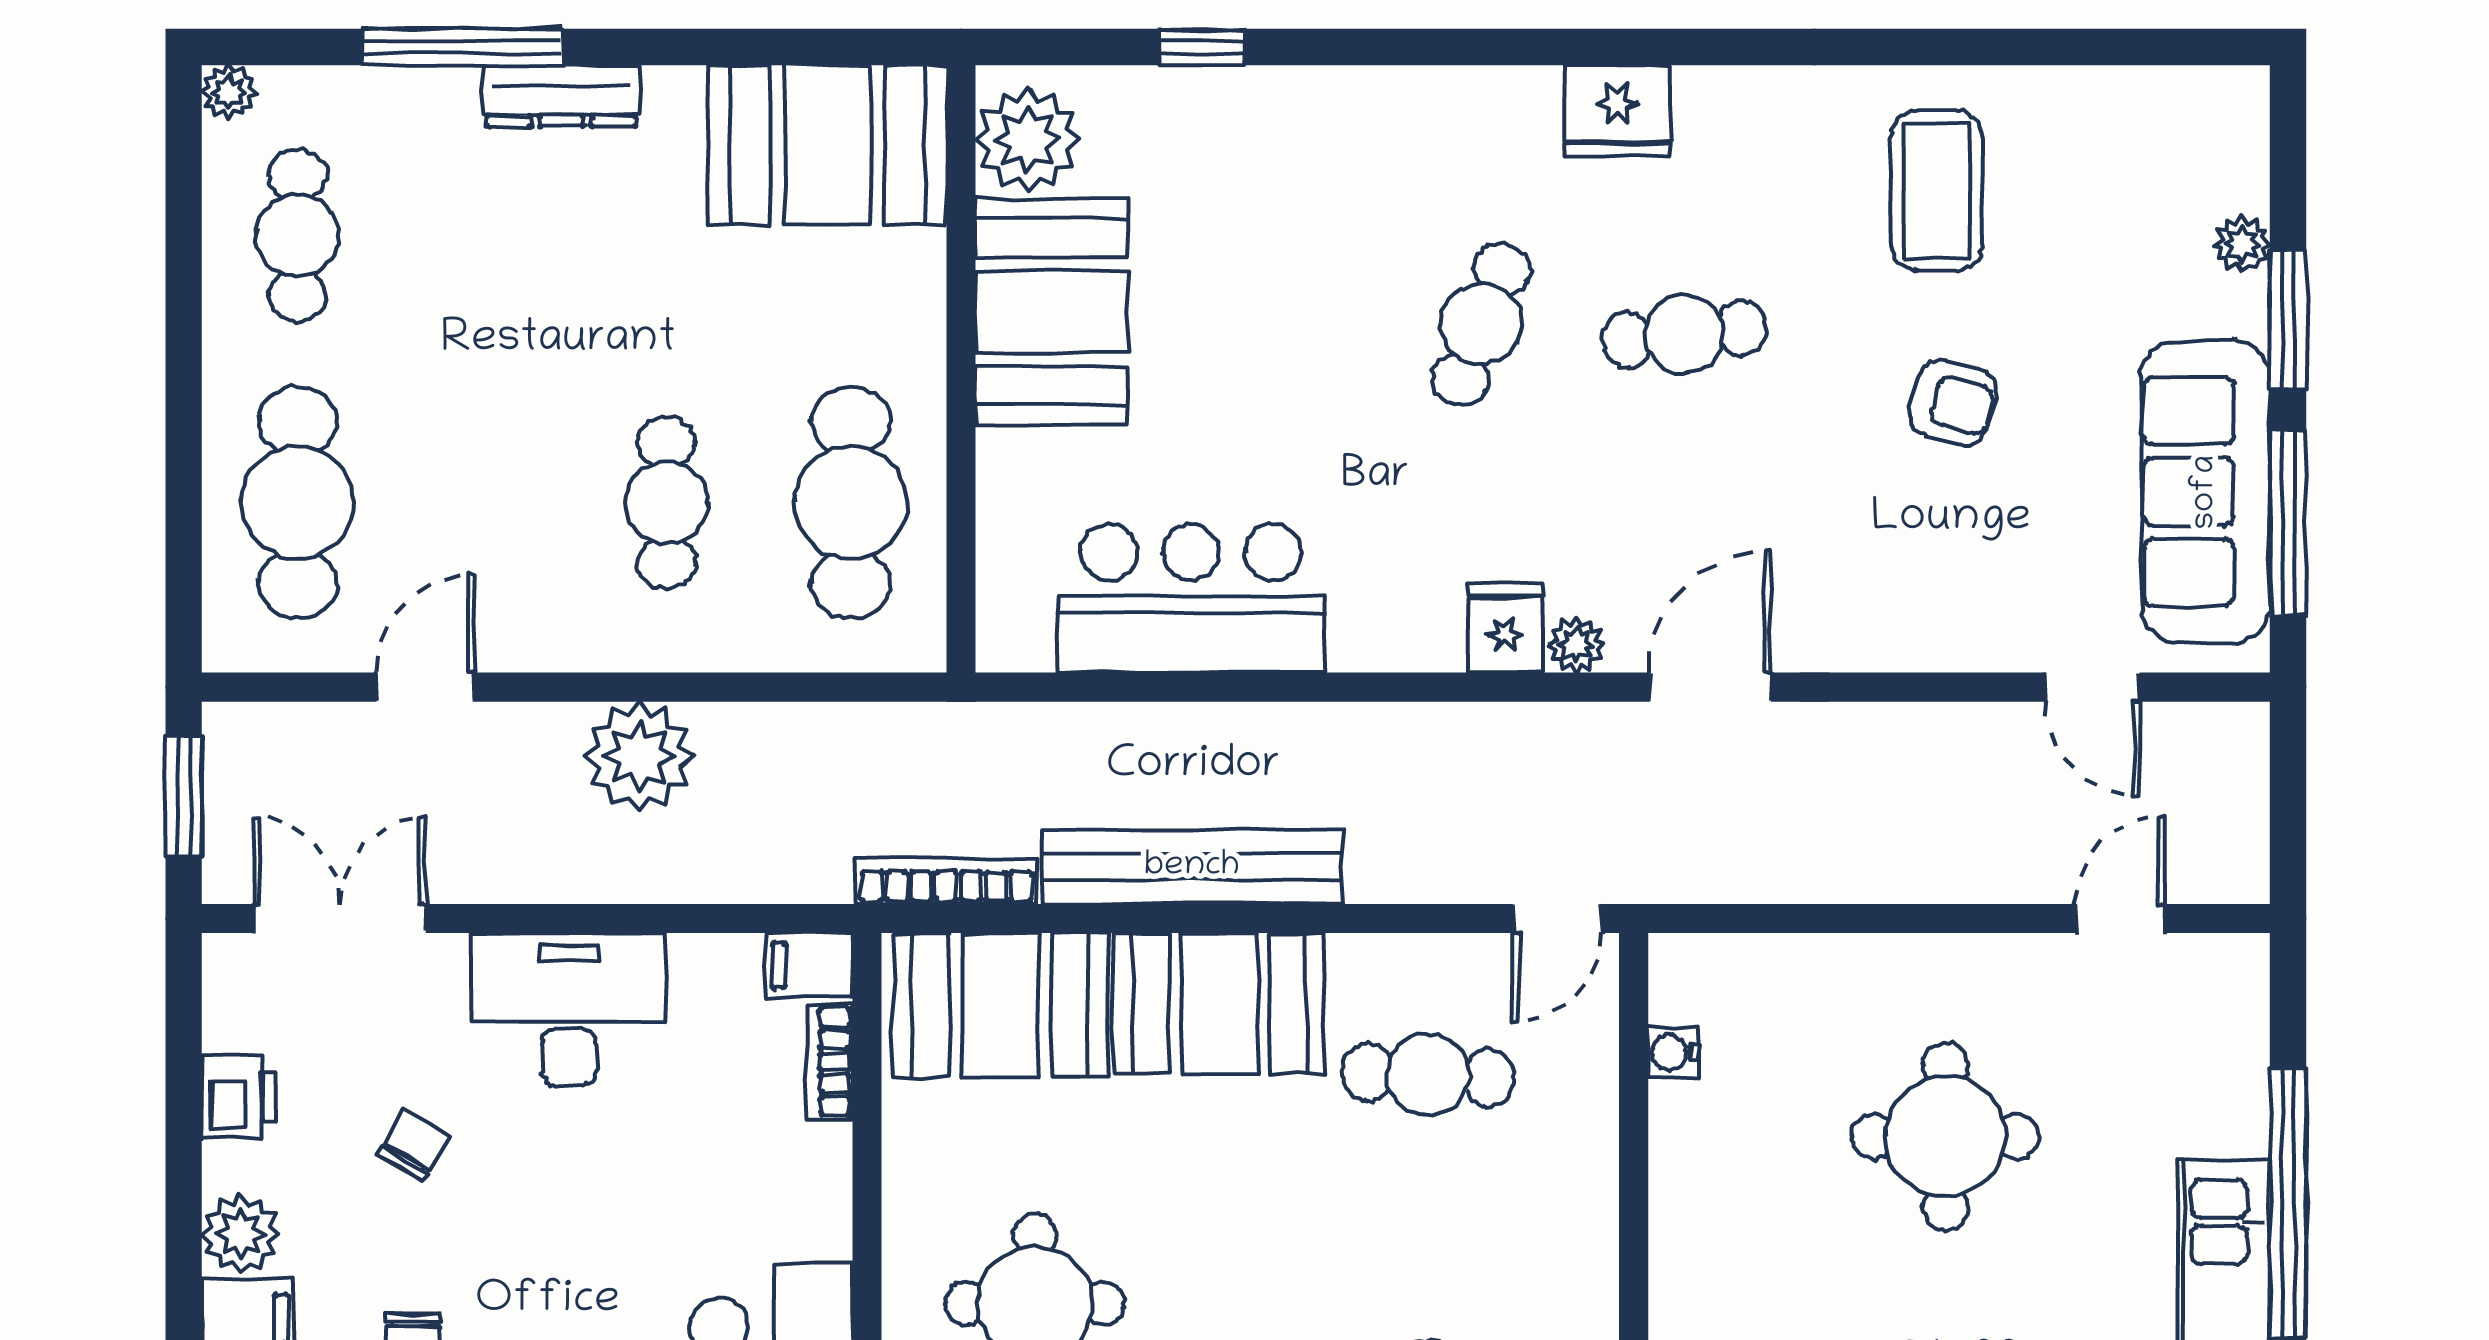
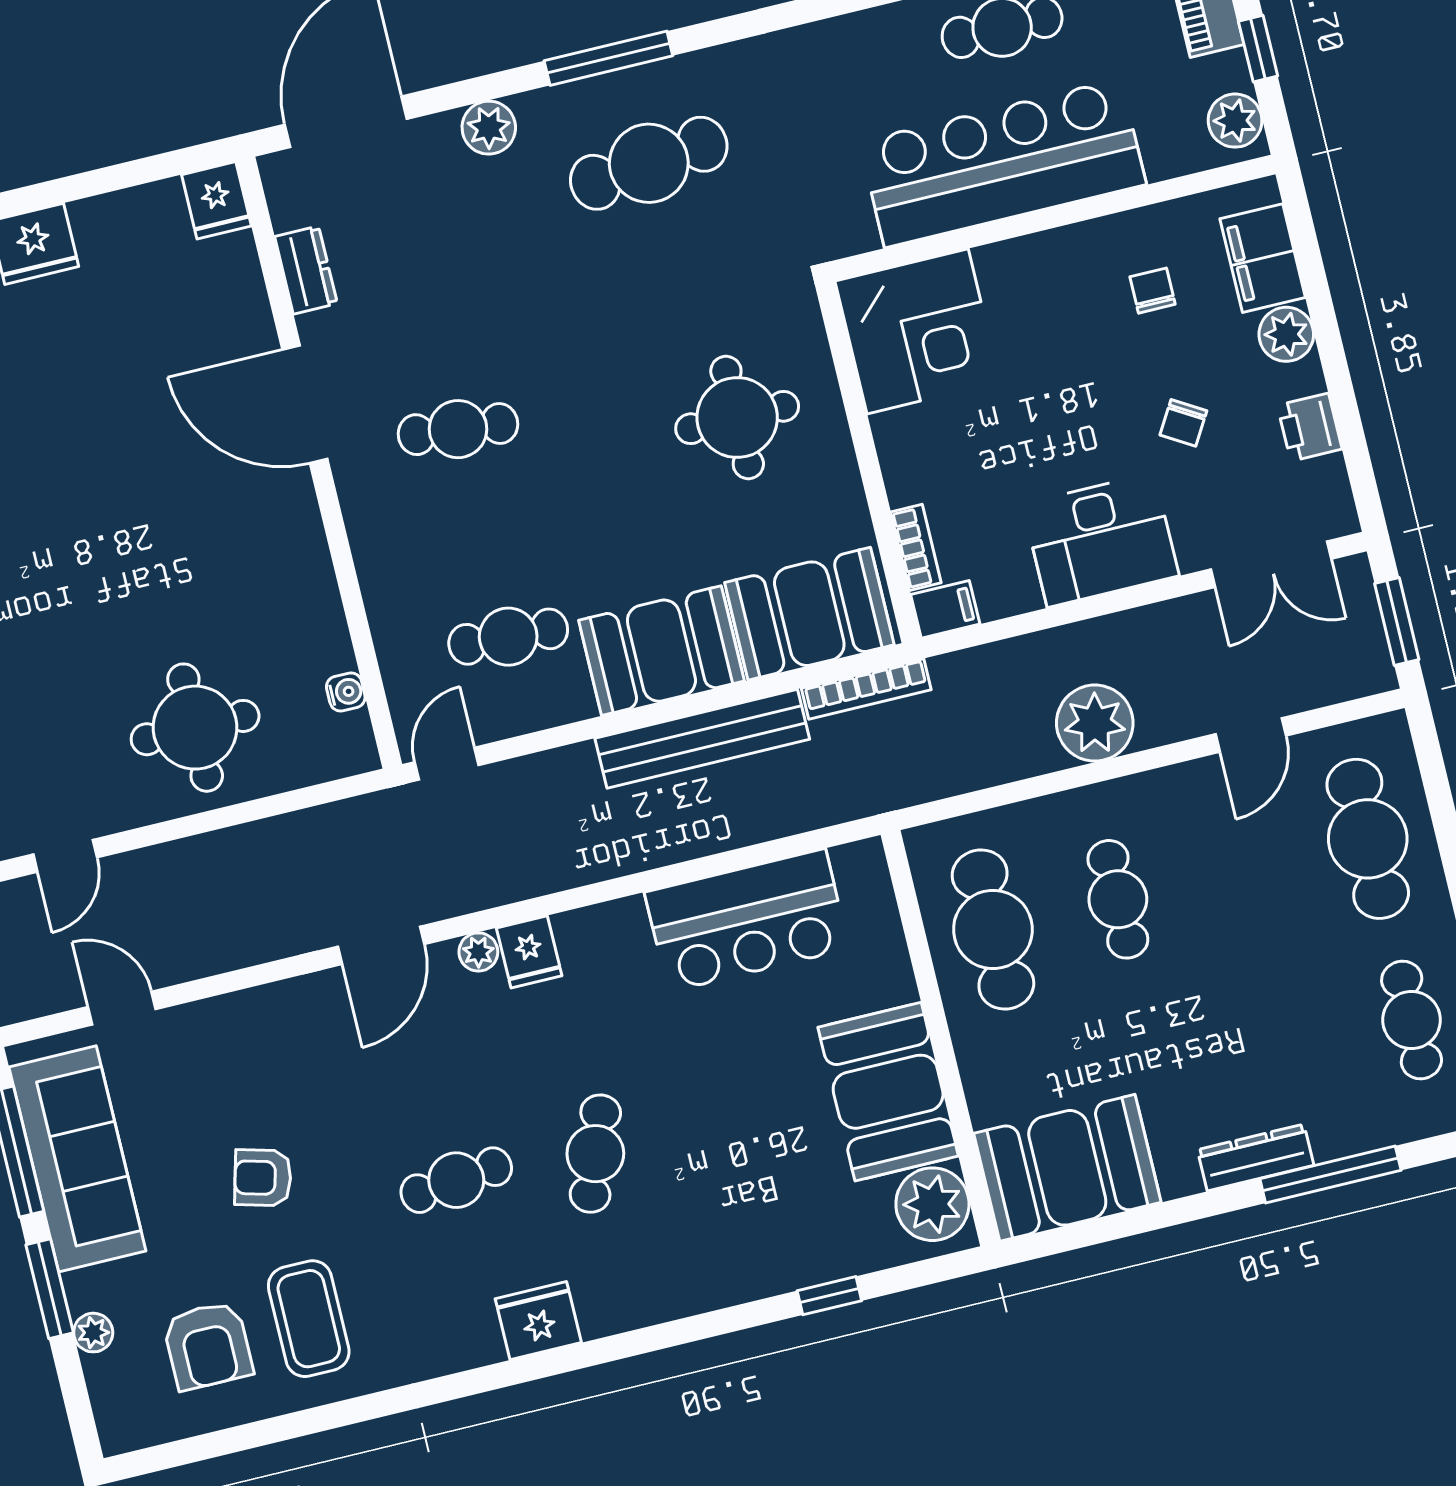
armchair: (2087, 187) -> (208, 1346), added
round table: (1945, 1137) -> (195, 728), moved

